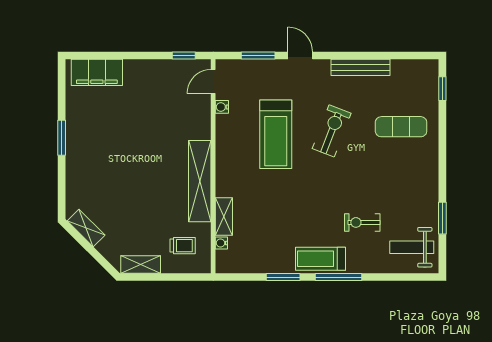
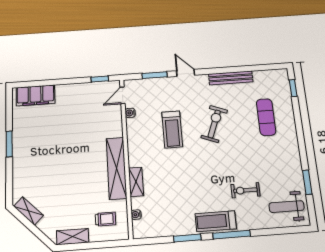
exercise mat: (401, 127) -> (266, 117), turned 90
treadmill: (276, 134) -> (172, 129), width x0.73, depth x0.73
shelving: (224, 217) -> (136, 182), moved

